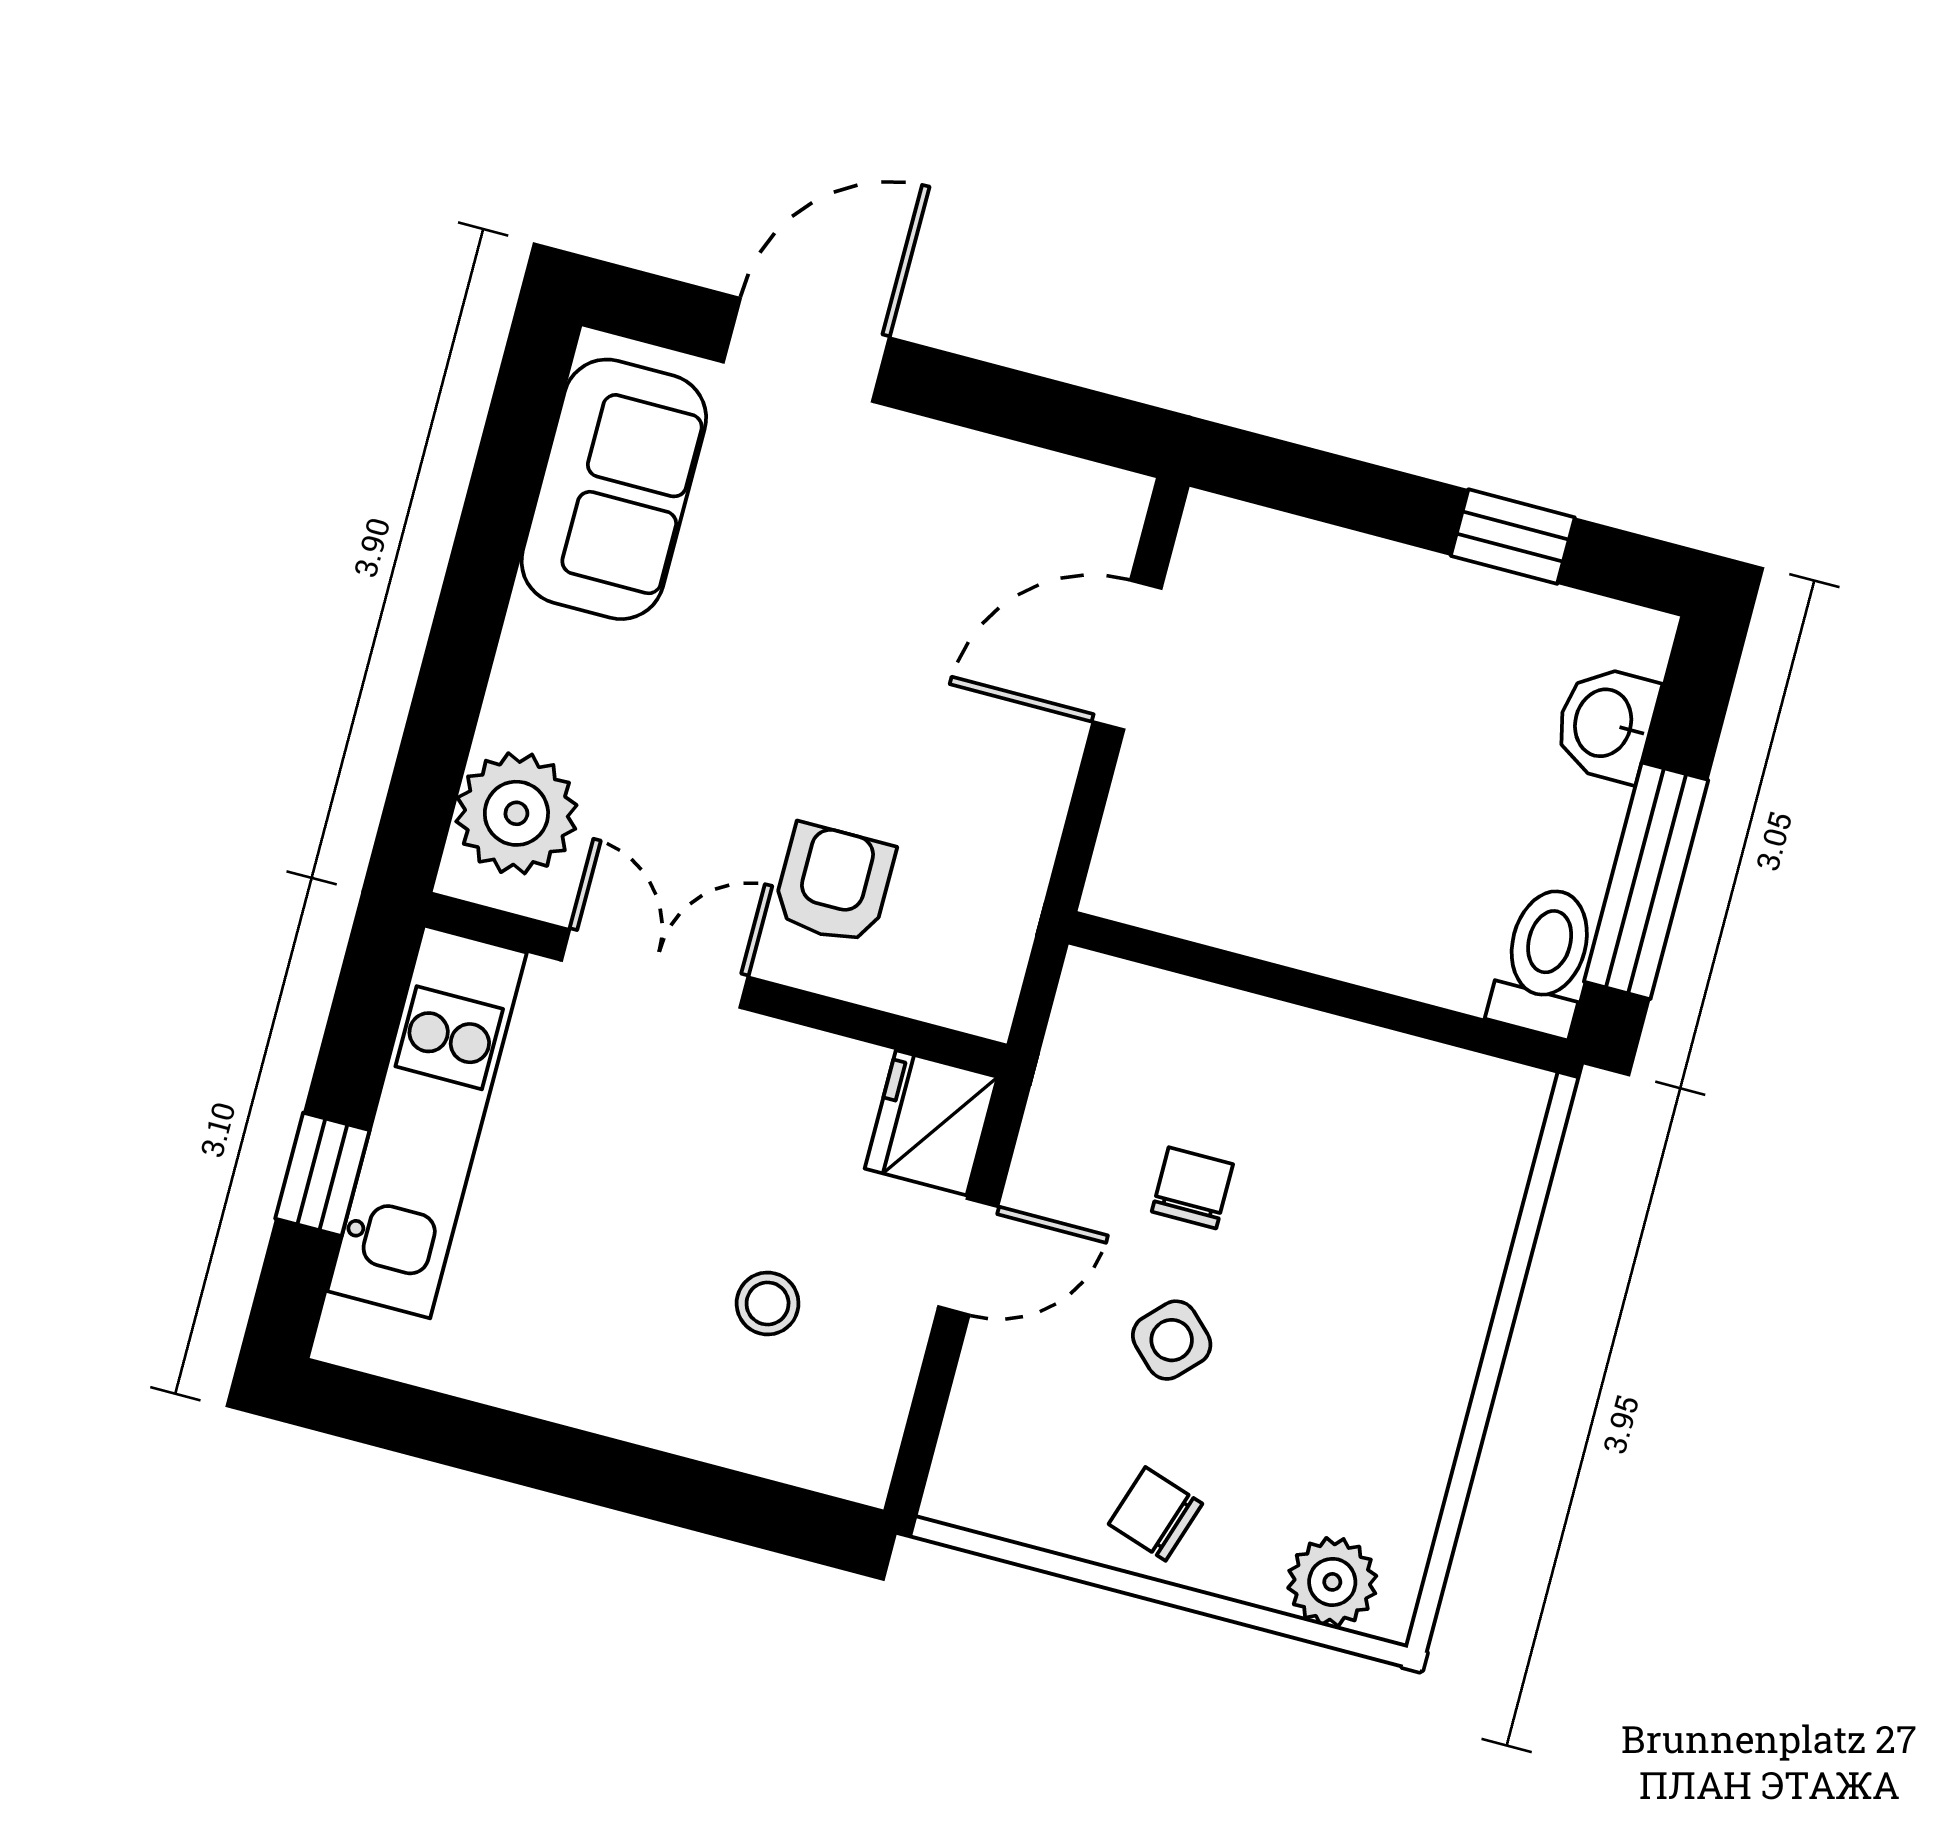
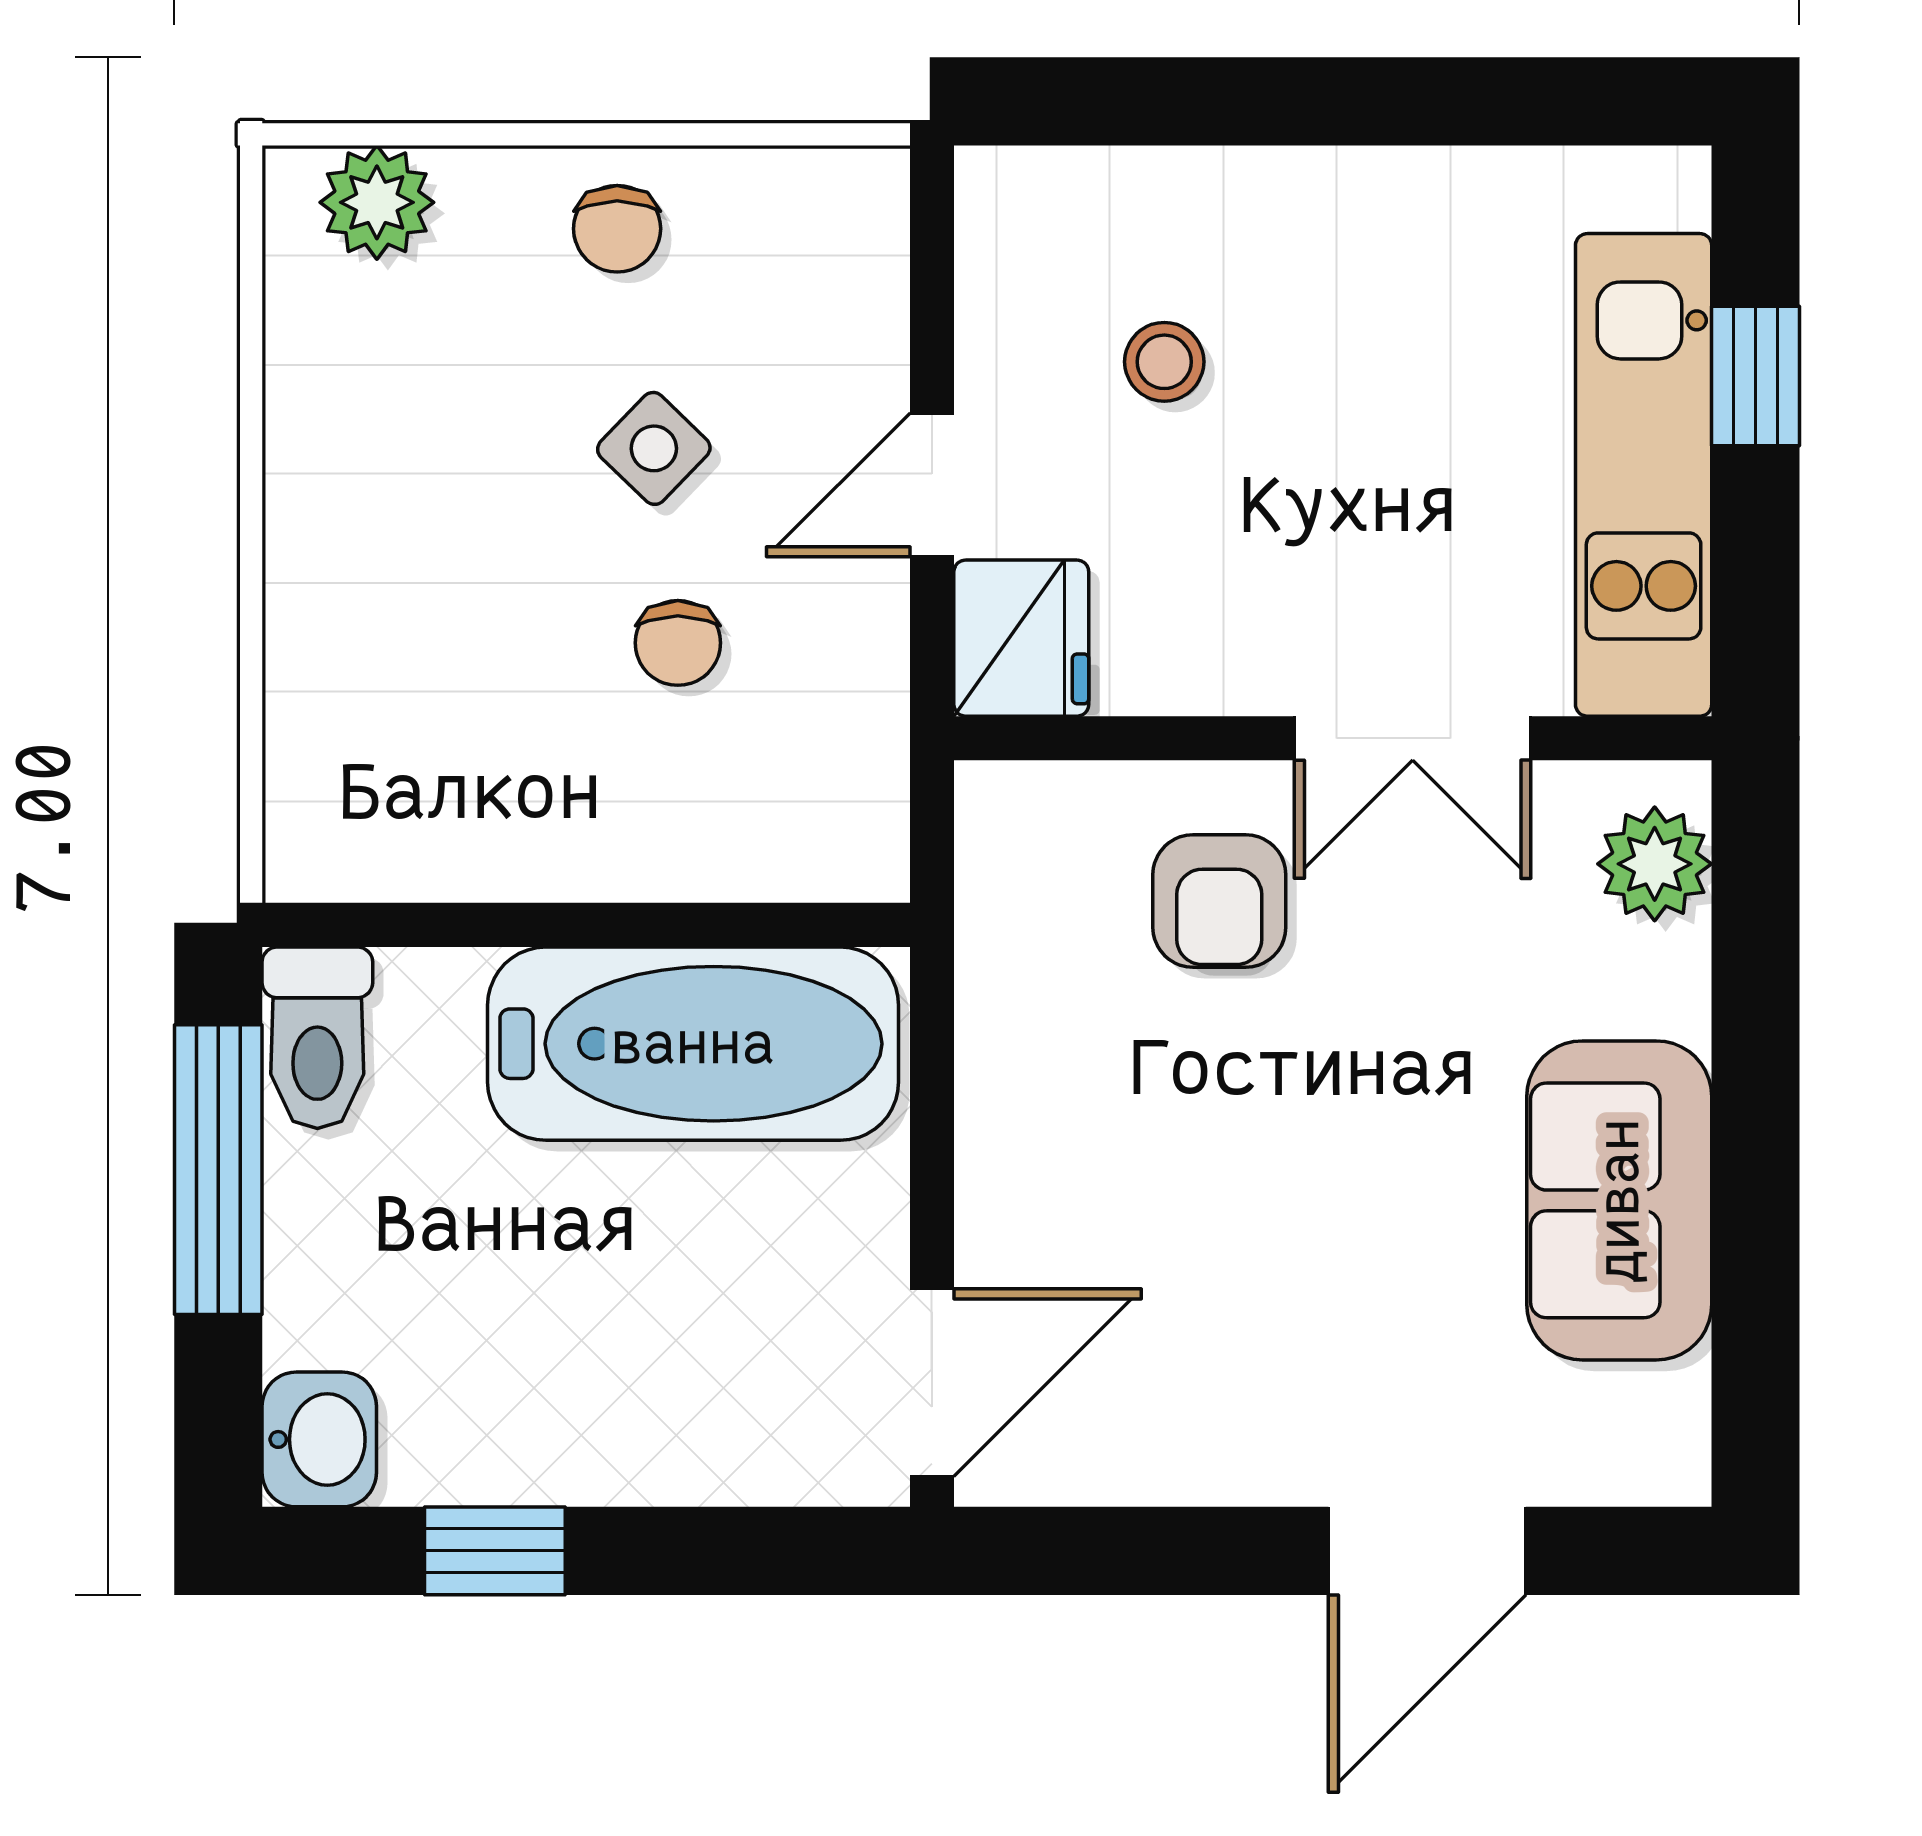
sofa: (614, 489) -> (1619, 1200), moved
door: (1127, 655) -> (932, 1383), moved
washbasin: (1606, 723) -> (319, 1439), moved
plant: (516, 813) -> (1655, 864), width x0.73, depth x0.73
bathtub: (1261, 881) -> (693, 1044), added
chair: (1155, 1514) -> (617, 229), turned 72

